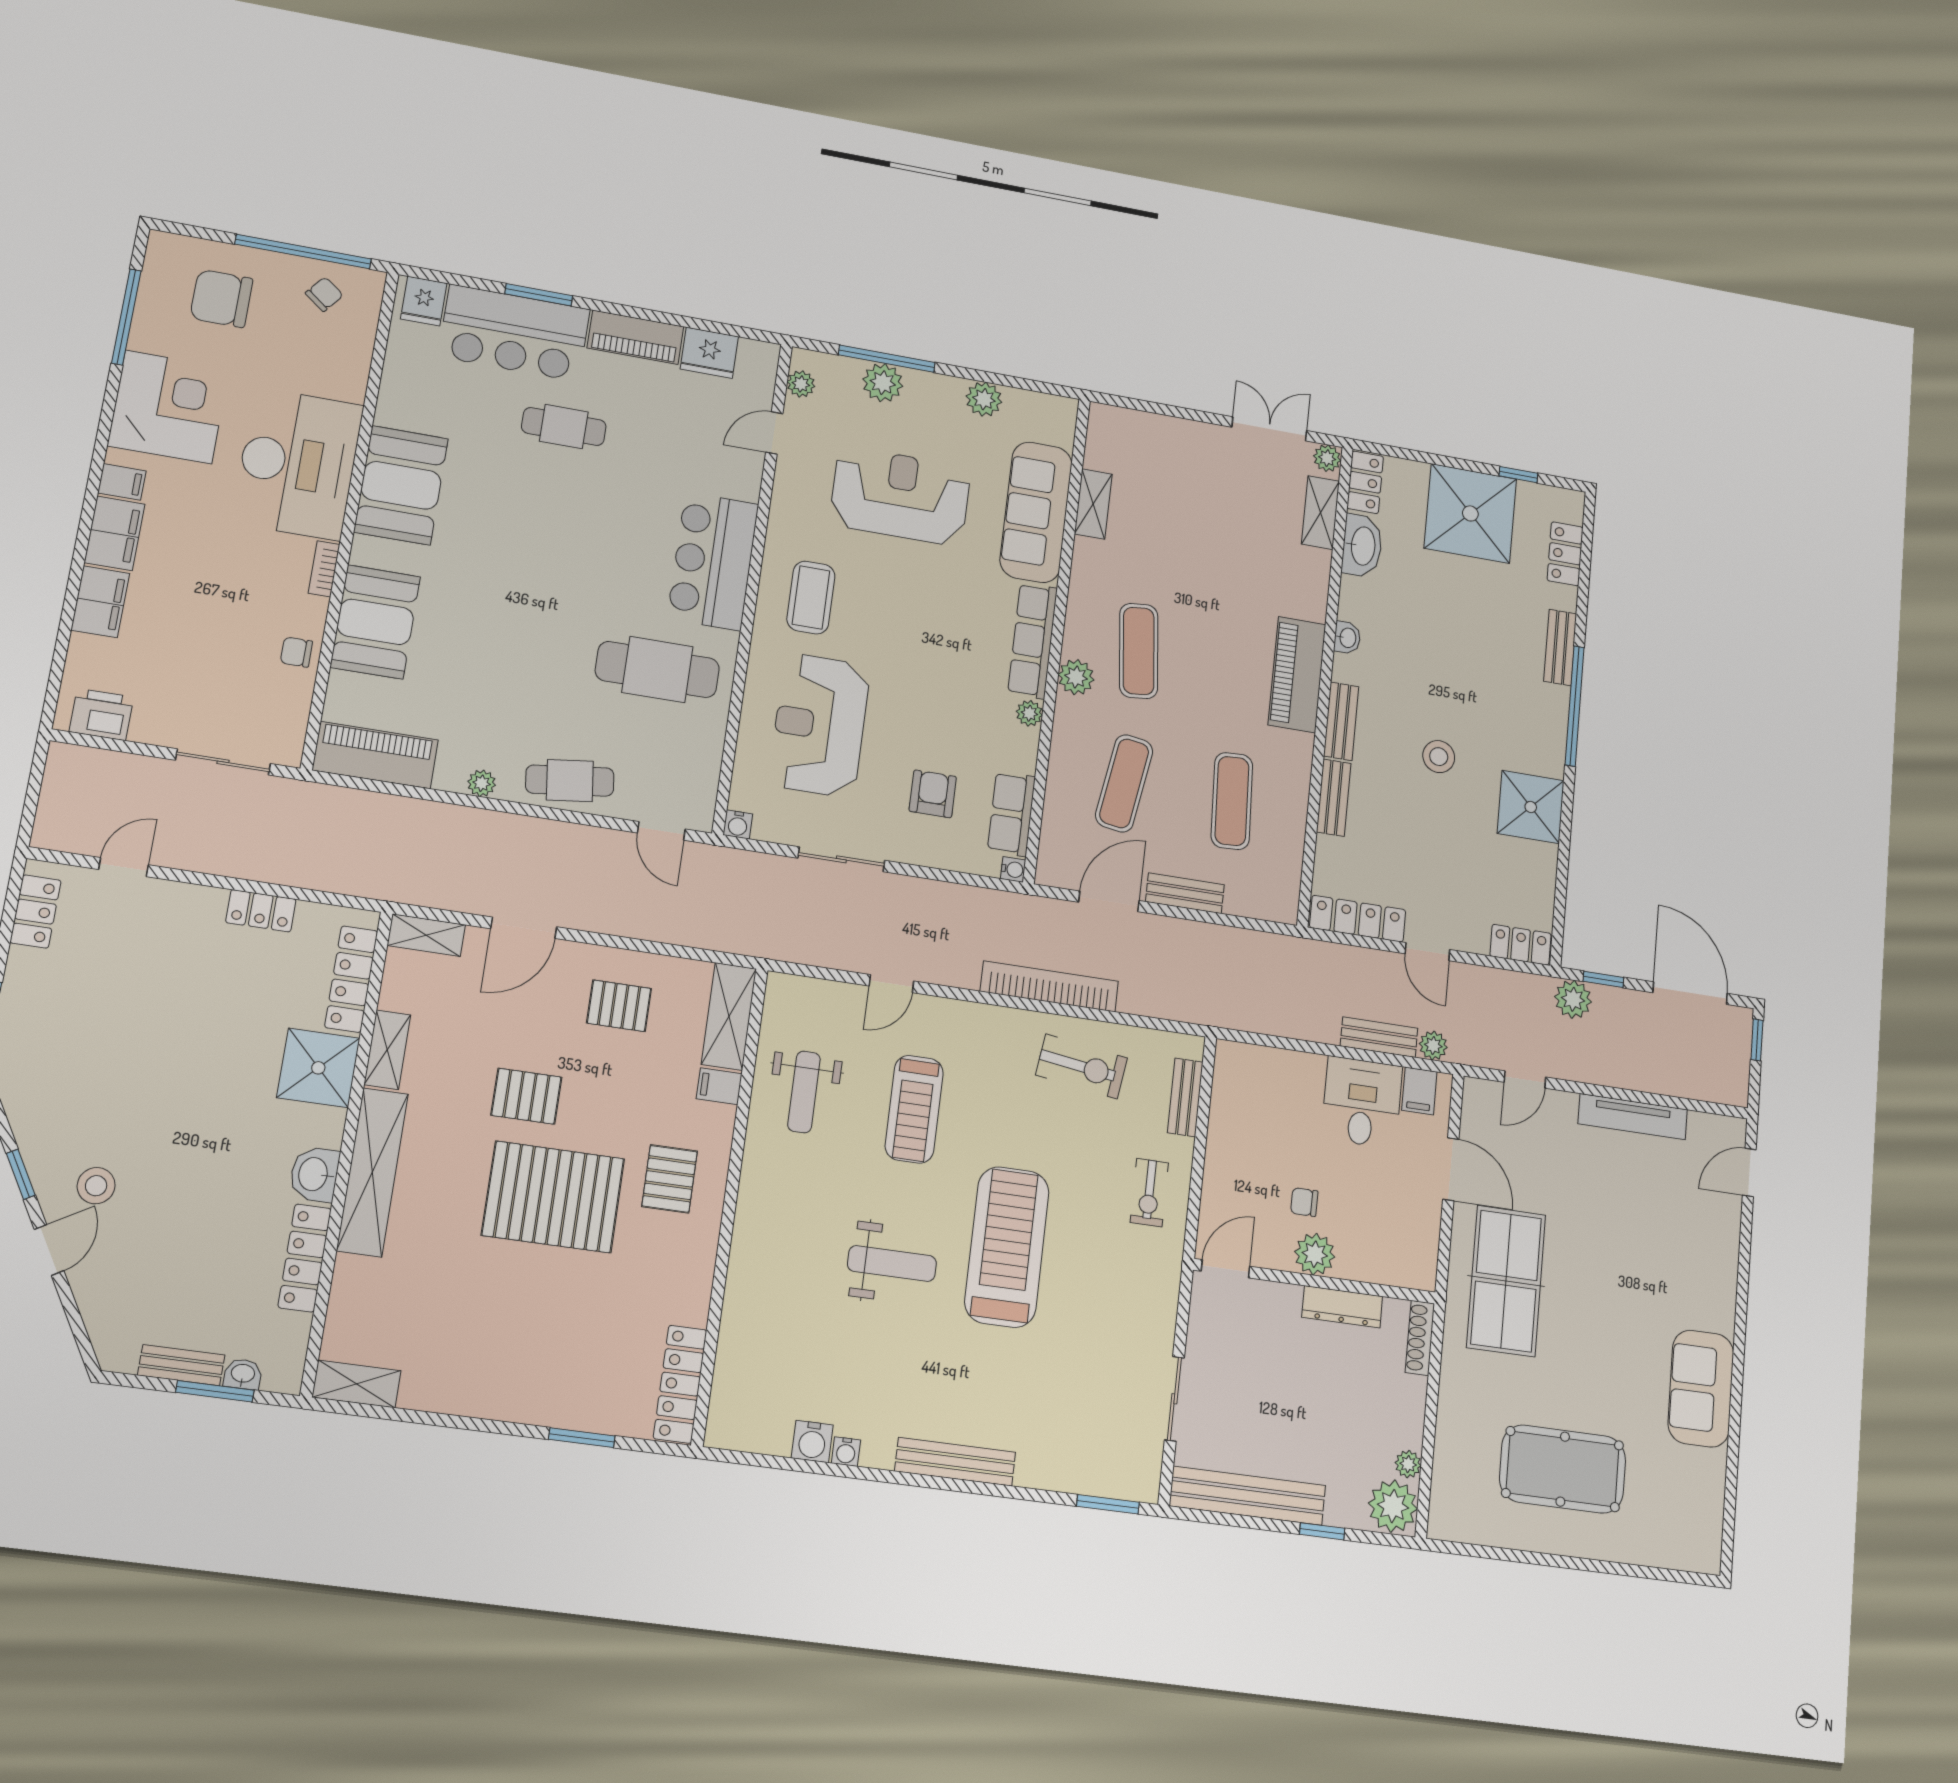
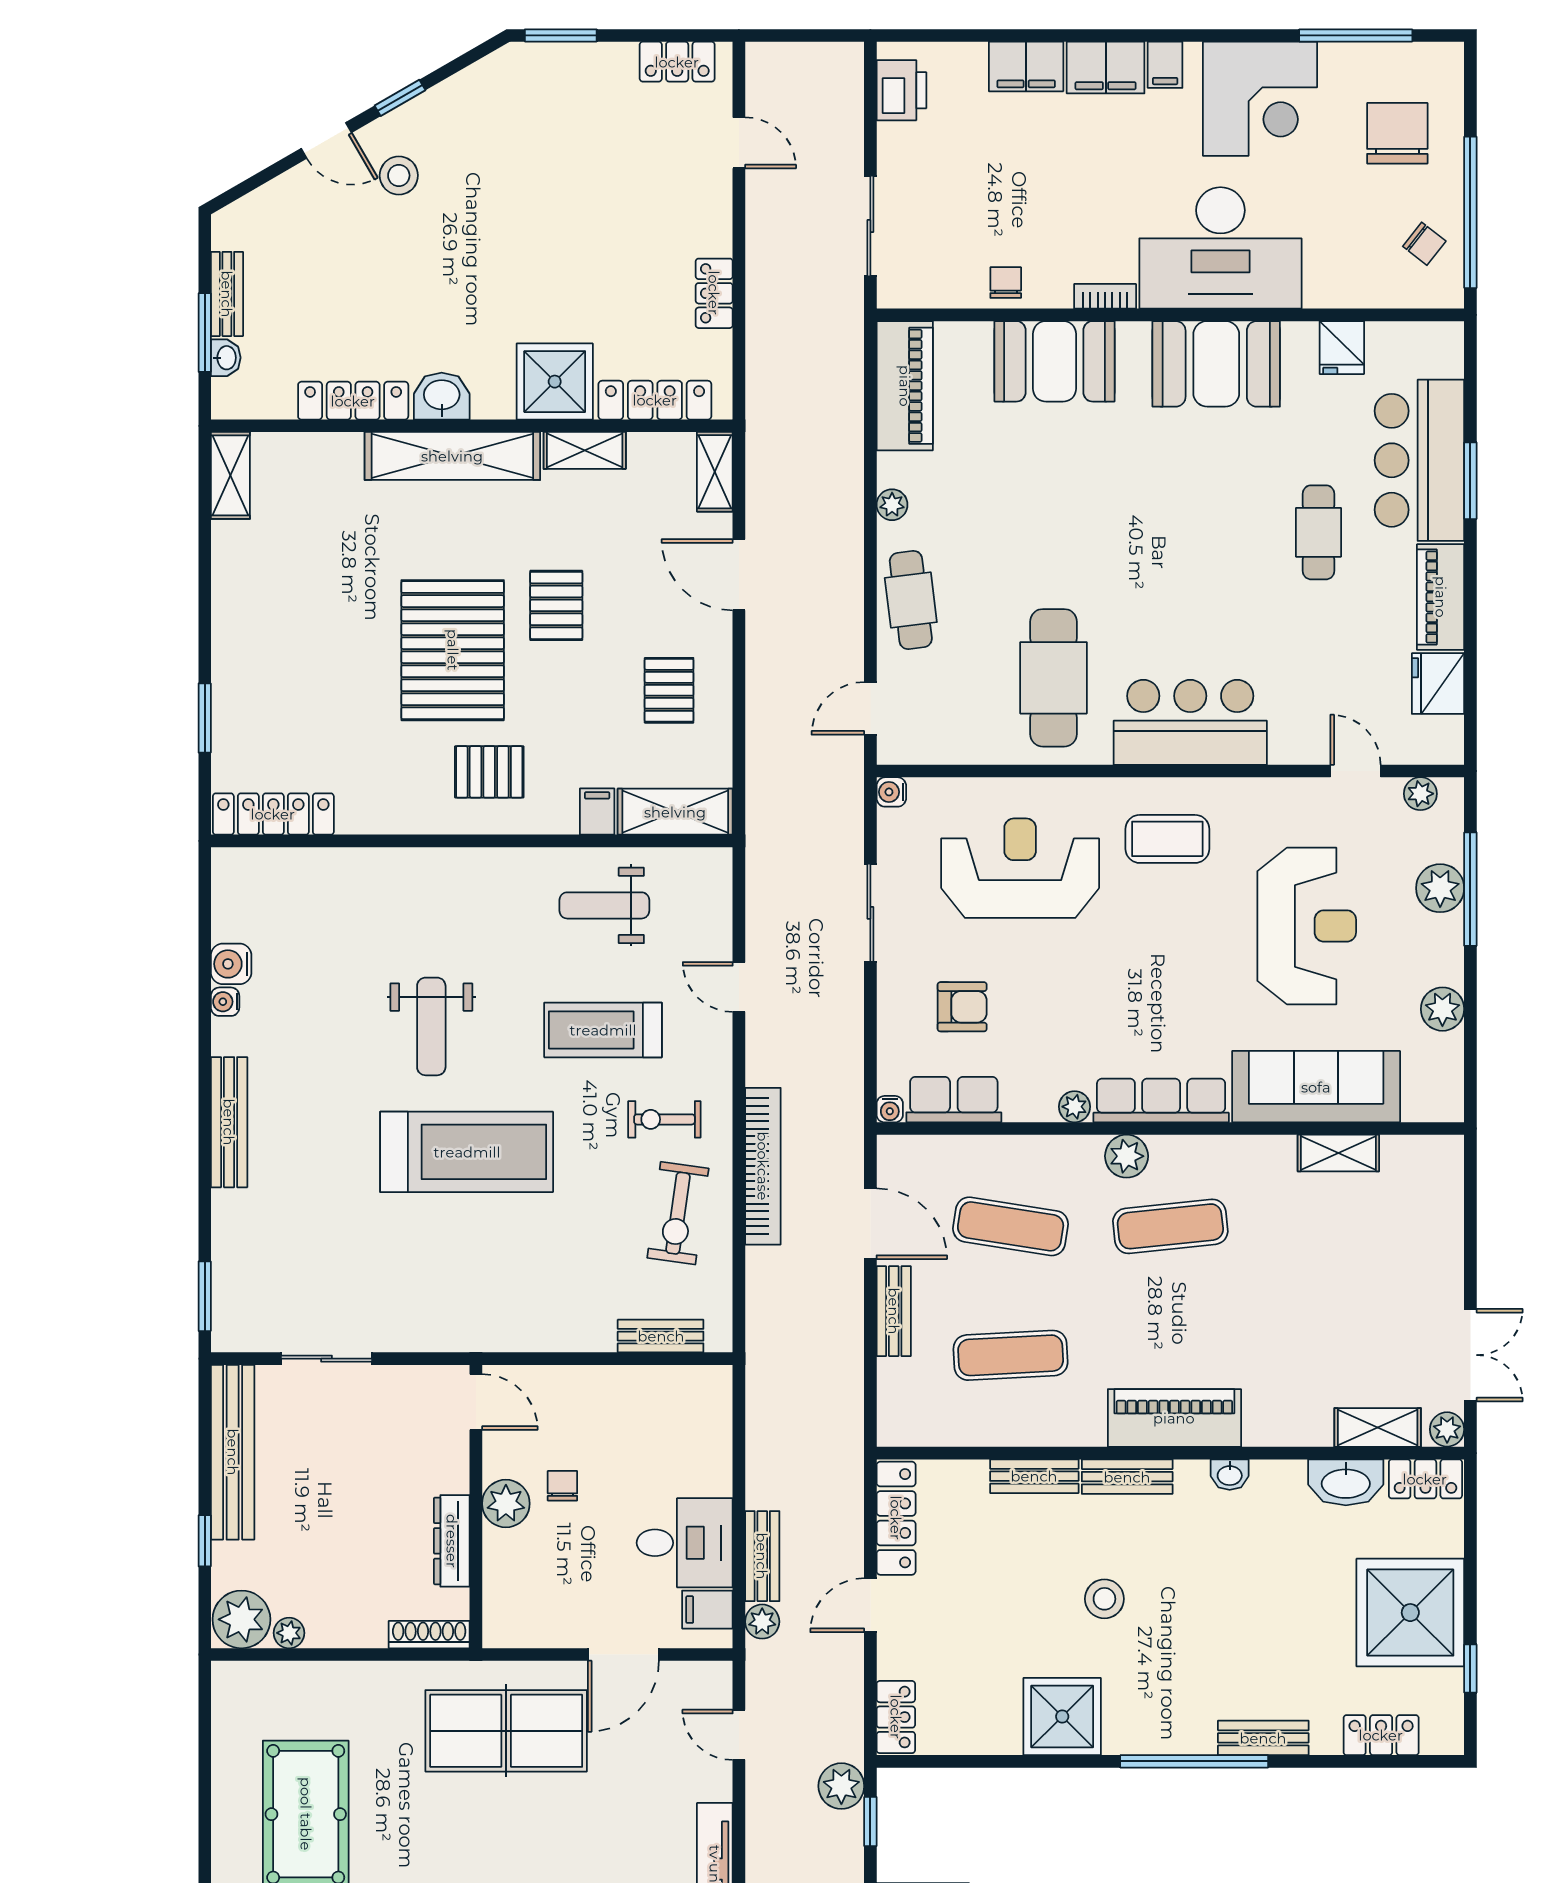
fridge: (424, 301) -> (1342, 348), moved, turned -90
exercise bike: (1149, 1193) -> (664, 1119), moved

